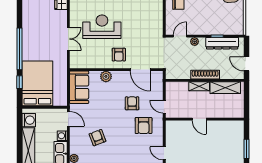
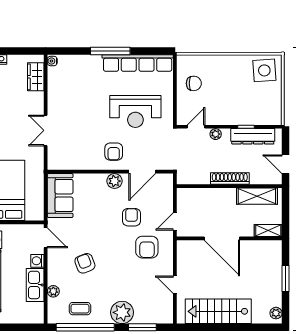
reception desk: (102, 27) -> (135, 111), moved, turned 180
double door: (68, 39) -> (46, 130), swing flipped
door: (140, 70) -> (142, 172), hinge flipped
plant: (106, 76) -> (114, 181), moved
shelving: (199, 86) -> (268, 231), moved
door: (164, 107) -> (175, 222), hinge flipped
door: (199, 119) -> (222, 238), width x1.88

